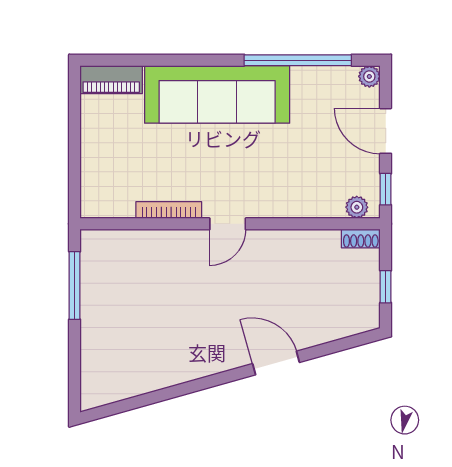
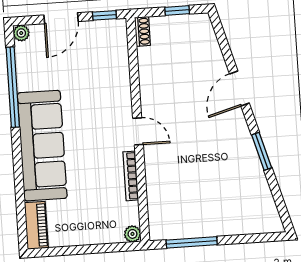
plant: (357, 207) -> (132, 234), moved
window: (190, 387) -> (262, 151), added

